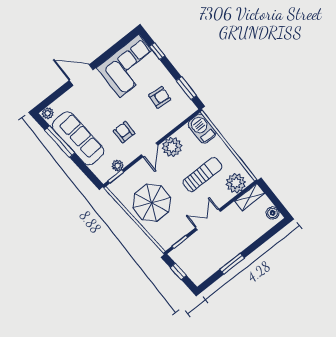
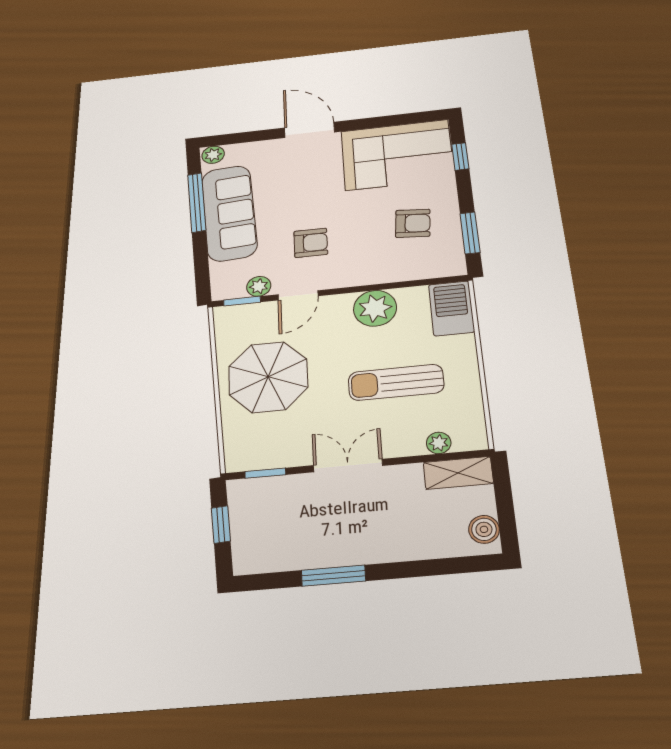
armchair: (124, 132) -> (311, 243), turned 90
door: (150, 150) -> (298, 295), moved
sun lounger: (202, 174) -> (396, 382), turned 180
plant: (236, 183) -> (439, 443), width x0.53, depth x0.53

